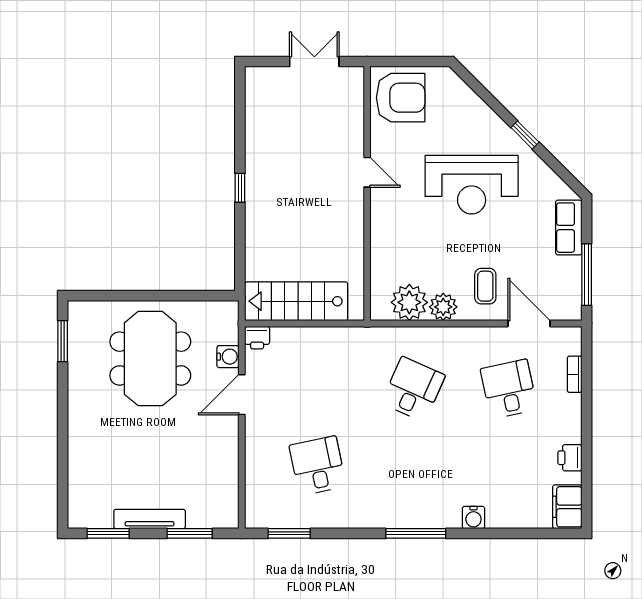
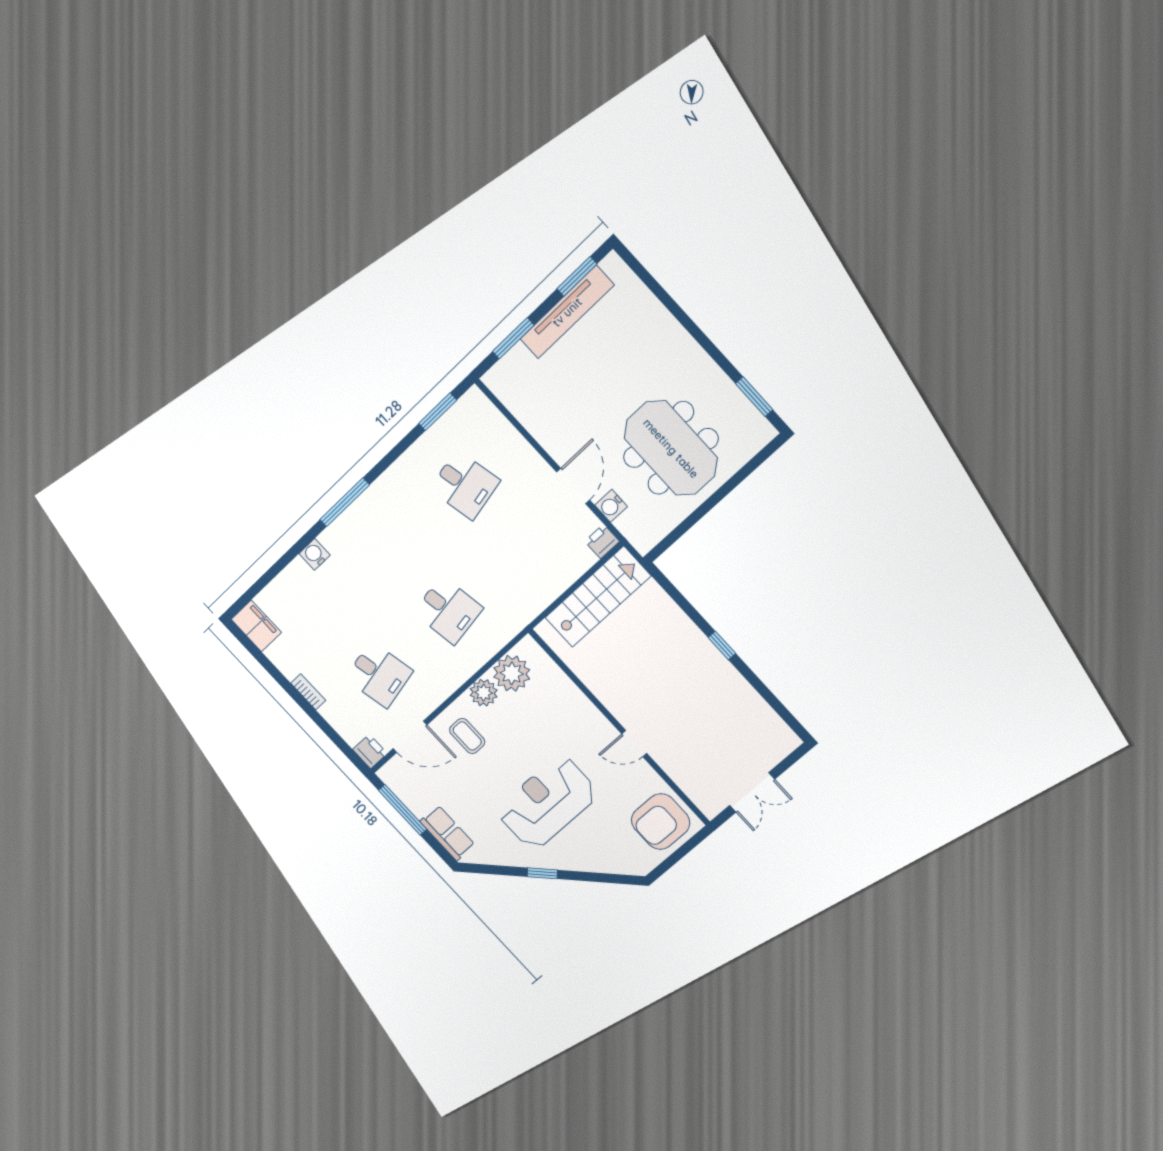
bookcase: (575, 374) -> (308, 692), moved
desk: (413, 389) -> (448, 610), turned -33
printer: (570, 458) -> (370, 751), moved
tv unit: (150, 519) -> (567, 312), width x1.36, depth x1.29

